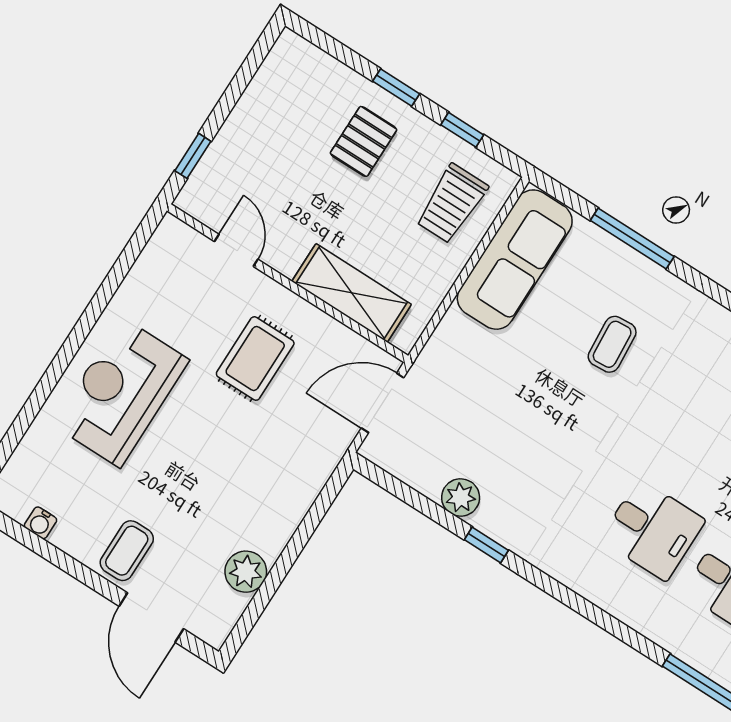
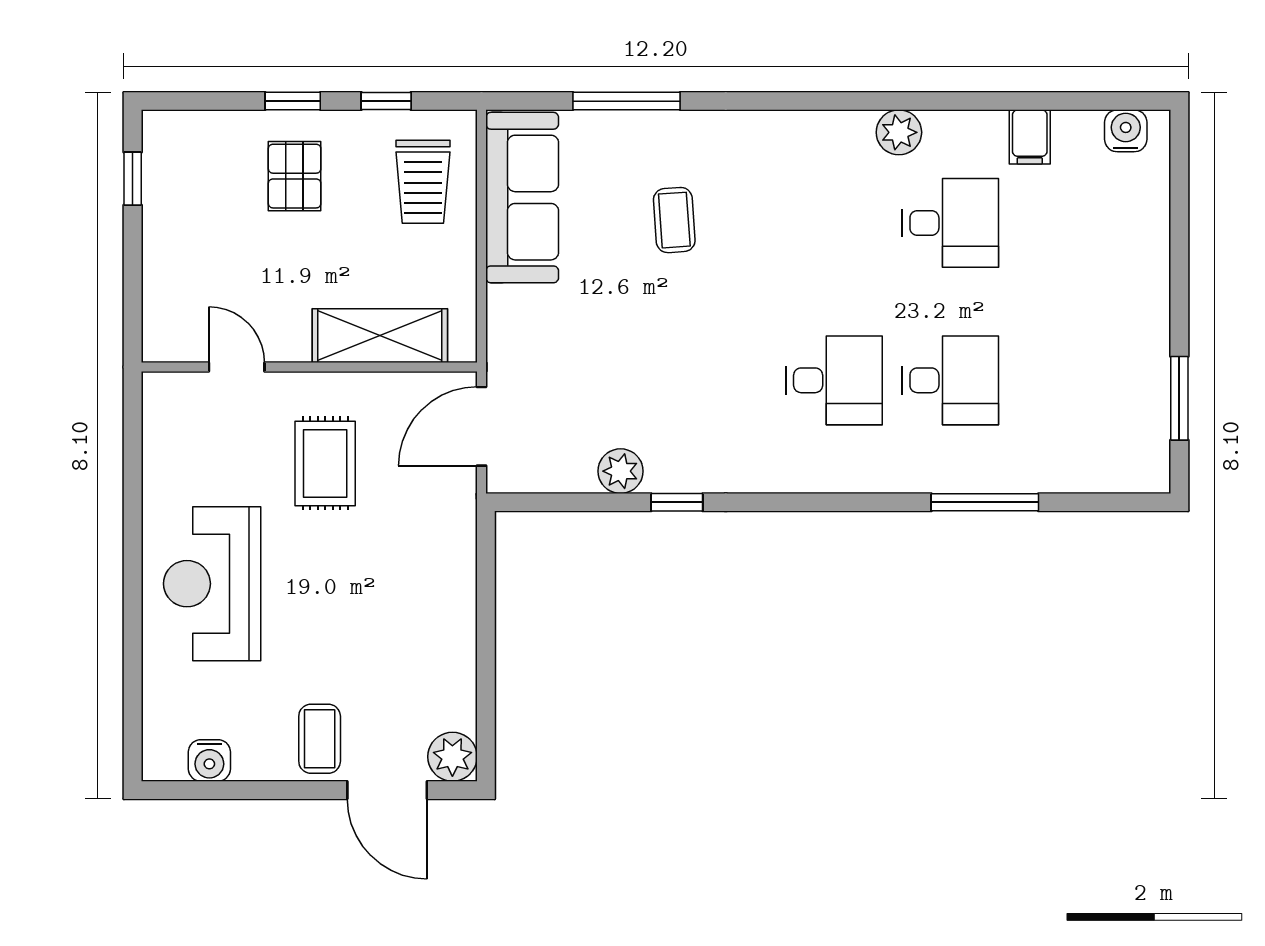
window: (193, 156) -> (133, 179), moved
water cooler: (40, 523) -> (209, 760), width x1.38, depth x1.38
plant: (246, 572) -> (452, 757), moved

